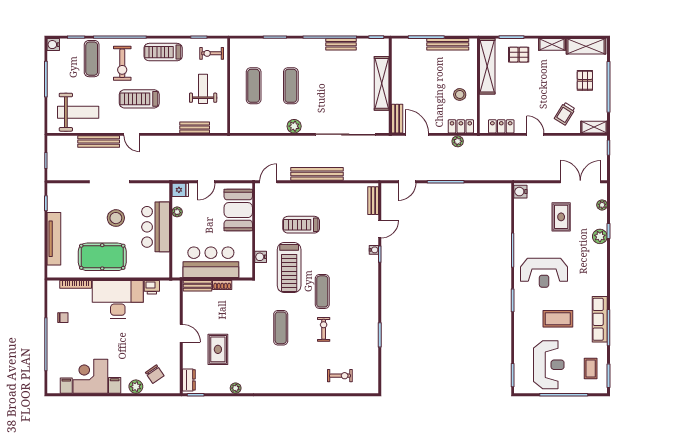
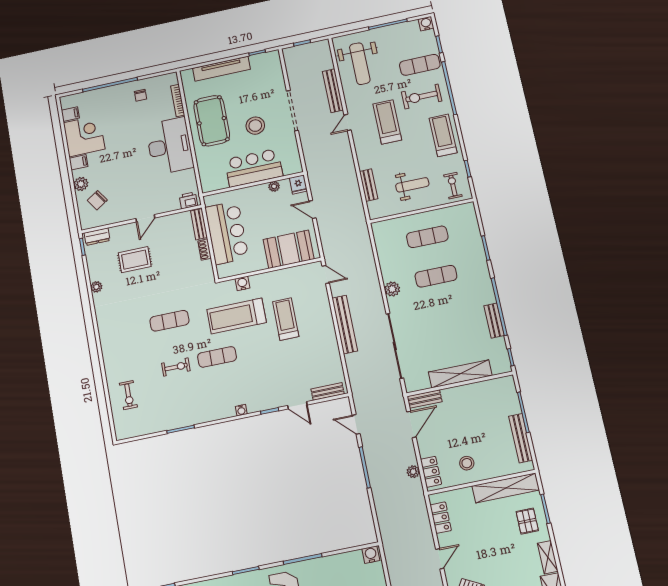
water cooler: (374, 250) -> (241, 410), moved
printer: (152, 287) -> (188, 200), moved, turned 90

